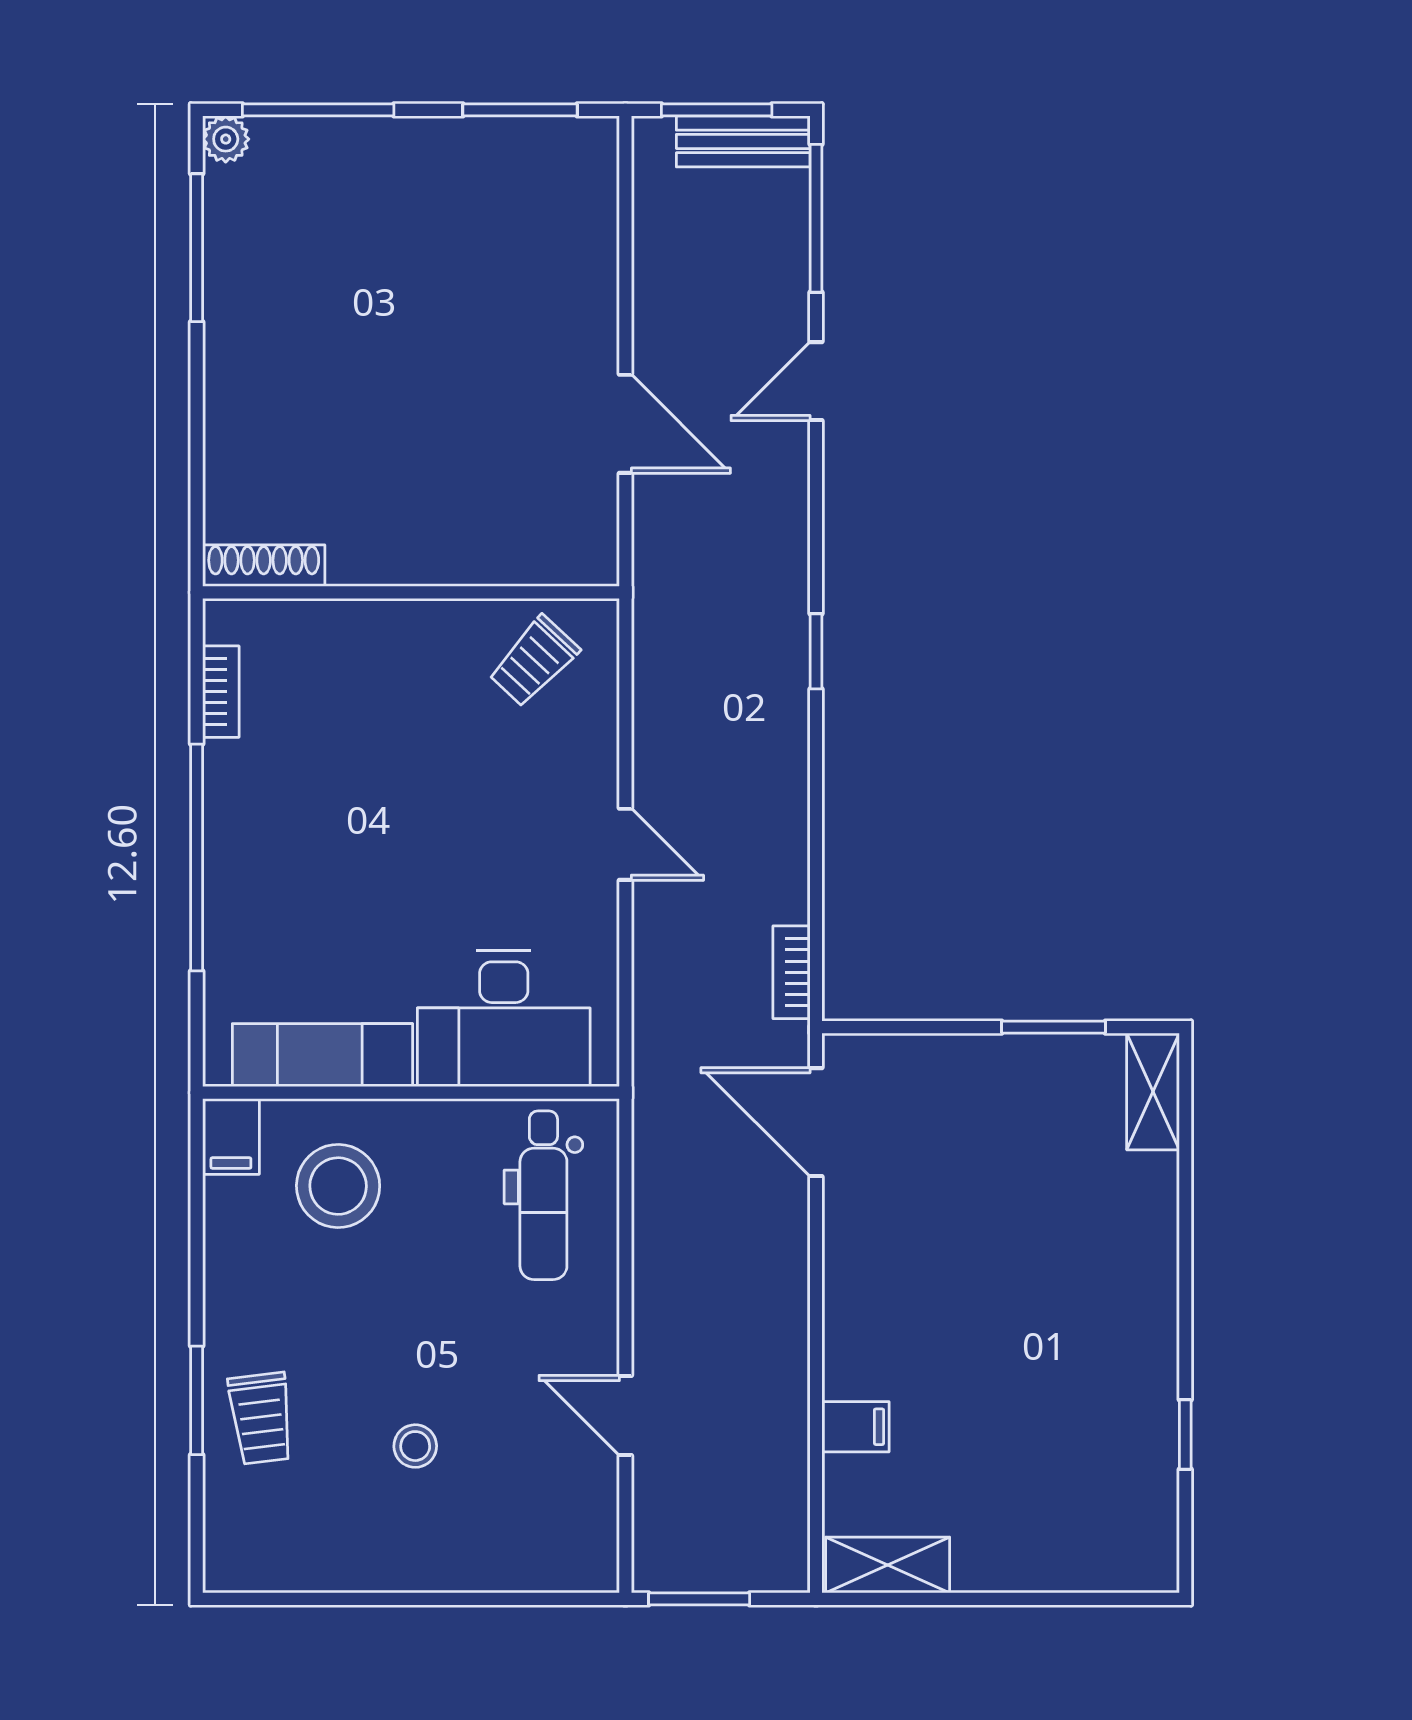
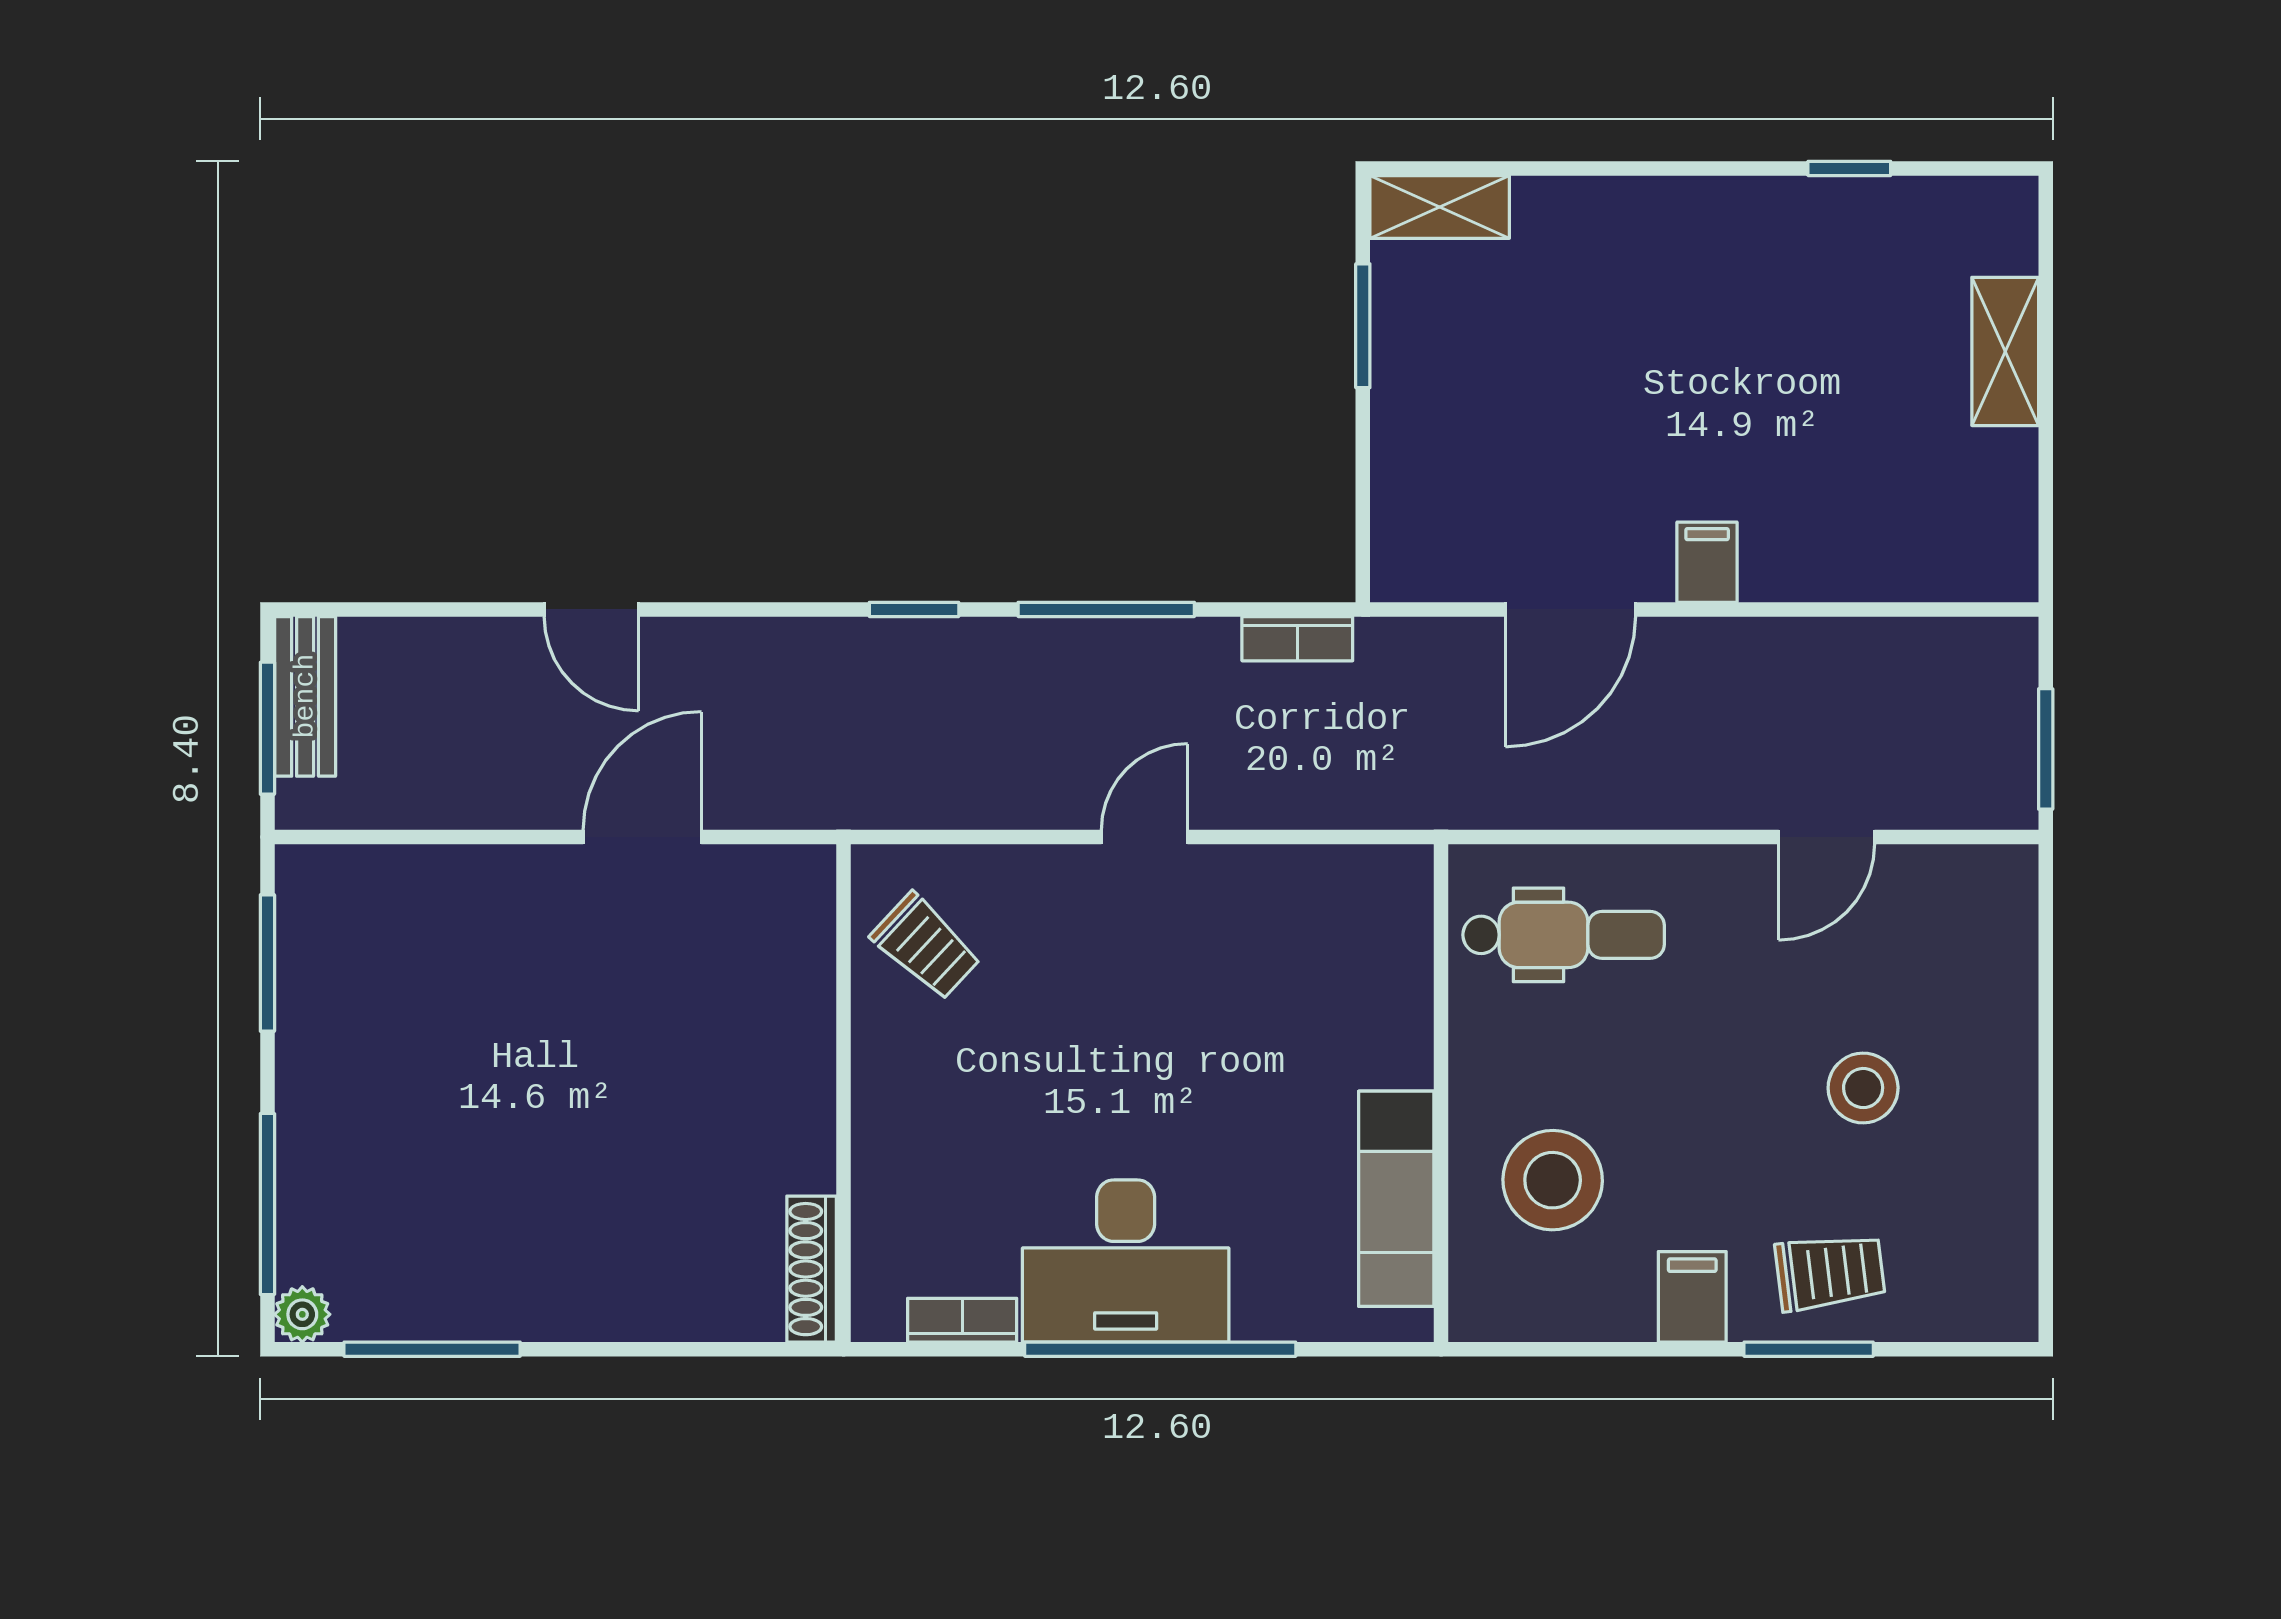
window: (816, 218) -> (1106, 609), moved
desk: (504, 1019) -> (1126, 1261), moved, turned 90
door: (816, 1122) -> (1570, 609), moved
filing cabinet: (231, 1136) -> (1692, 1297), moved, turned -90
filing cabinet: (856, 1427) -> (1707, 562), moved
stool: (415, 1446) -> (1863, 1088), width x1.37, depth x1.37
shelving: (888, 1565) -> (2005, 351), moved

